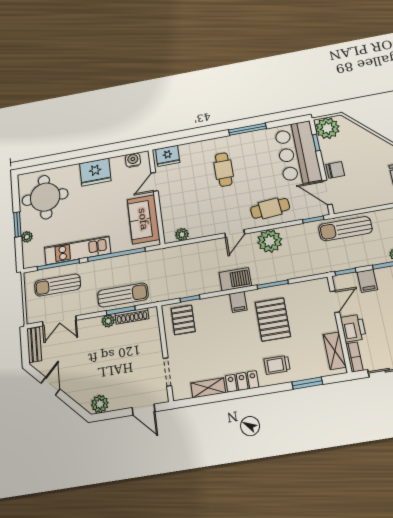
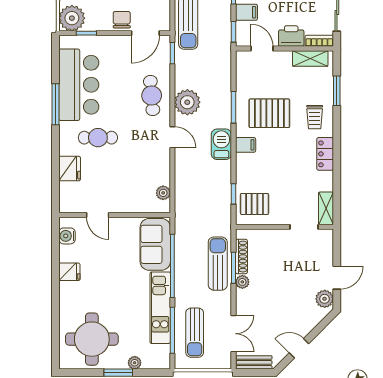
bar counter: (298, 153) -> (79, 85), moved, turned -90
fridge: (168, 156) -> (70, 169), moved
fridge: (95, 172) -> (69, 272), width x0.53, depth x0.75
sofa: (144, 219) -> (155, 244), moved, turned 90
shelving: (208, 388) -> (326, 208), moved
door: (143, 410) -> (337, 278), moved

